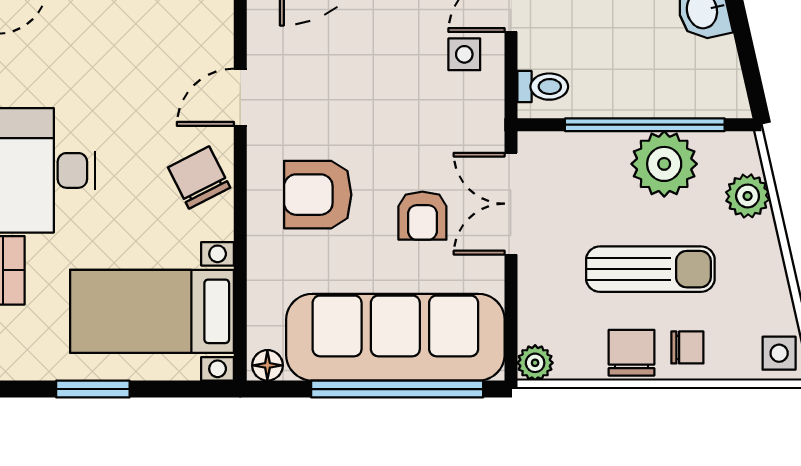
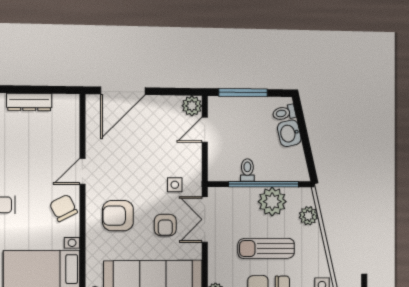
side table: (464, 54) -> (175, 185), moved
toilet: (543, 87) -> (247, 170), moved, turned -90
sun lounger: (650, 269) -> (266, 248), turned 180

